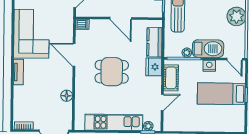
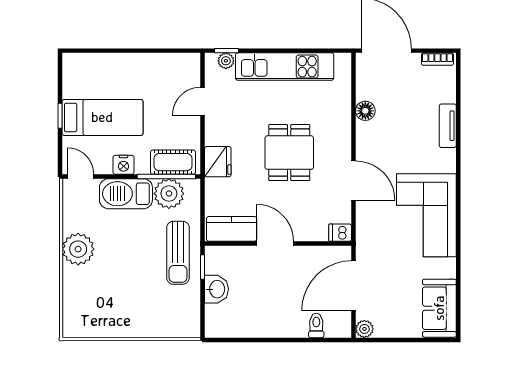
kitchen counter: (154, 42) -> (232, 229), moved, turned -90
plant: (187, 53) -> (169, 194), width x1.88, depth x1.88
tv unit: (18, 72) -> (448, 126), moved
dining table: (112, 72) -> (289, 153), turned 90
cot: (171, 78) -> (173, 162), moved, turned 90

